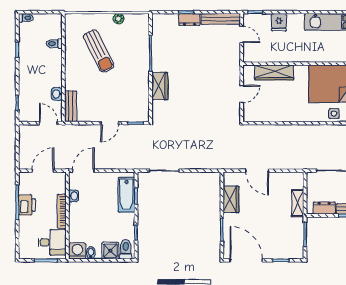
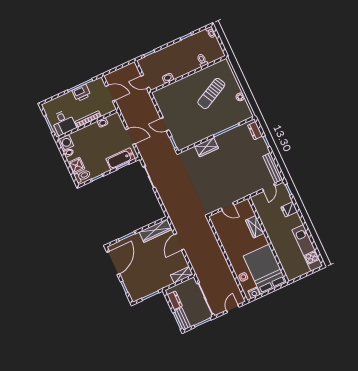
dresser: (189, 19) -> (255, 131), moved
wardrobe: (274, 72) -> (255, 227), width x0.67
bench: (71, 106) -> (164, 92), removed
door: (48, 123) -> (145, 82), swing flipped
door: (83, 171) -> (130, 137), moved
wardrobe: (231, 199) -> (155, 231), width x1.50
shelving: (298, 203) -> (182, 275), moved

